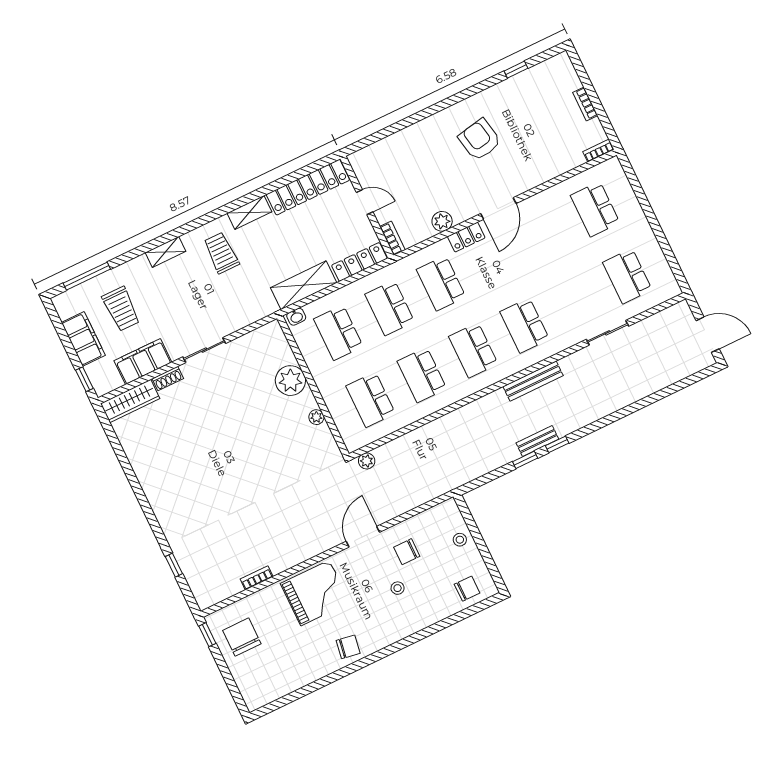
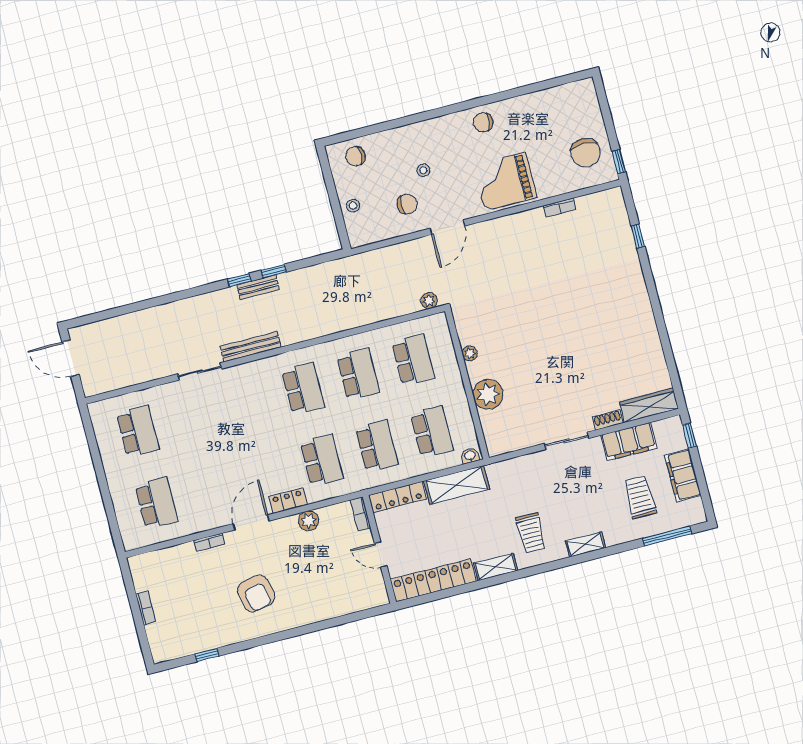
bookcase: (598, 151) -> (209, 542), moved
school desk: (525, 326) -> (248, 403), removed
sliding door: (608, 333) -> (200, 371), moved

